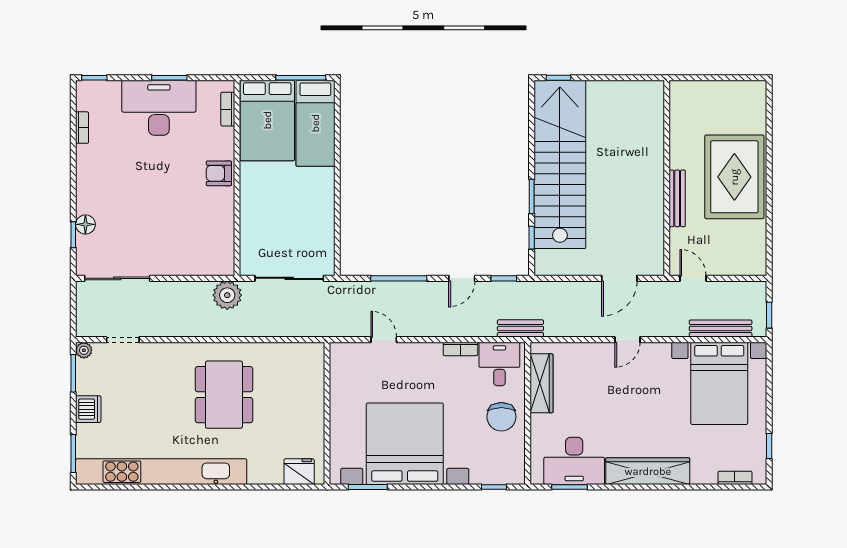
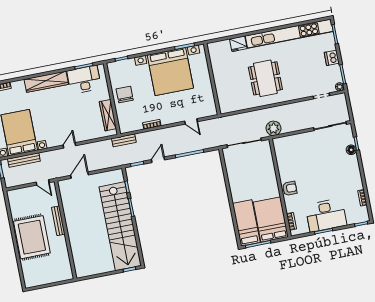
desk: (499, 364) -> (131, 121), removed
fridge: (299, 472) -> (238, 44), moved

